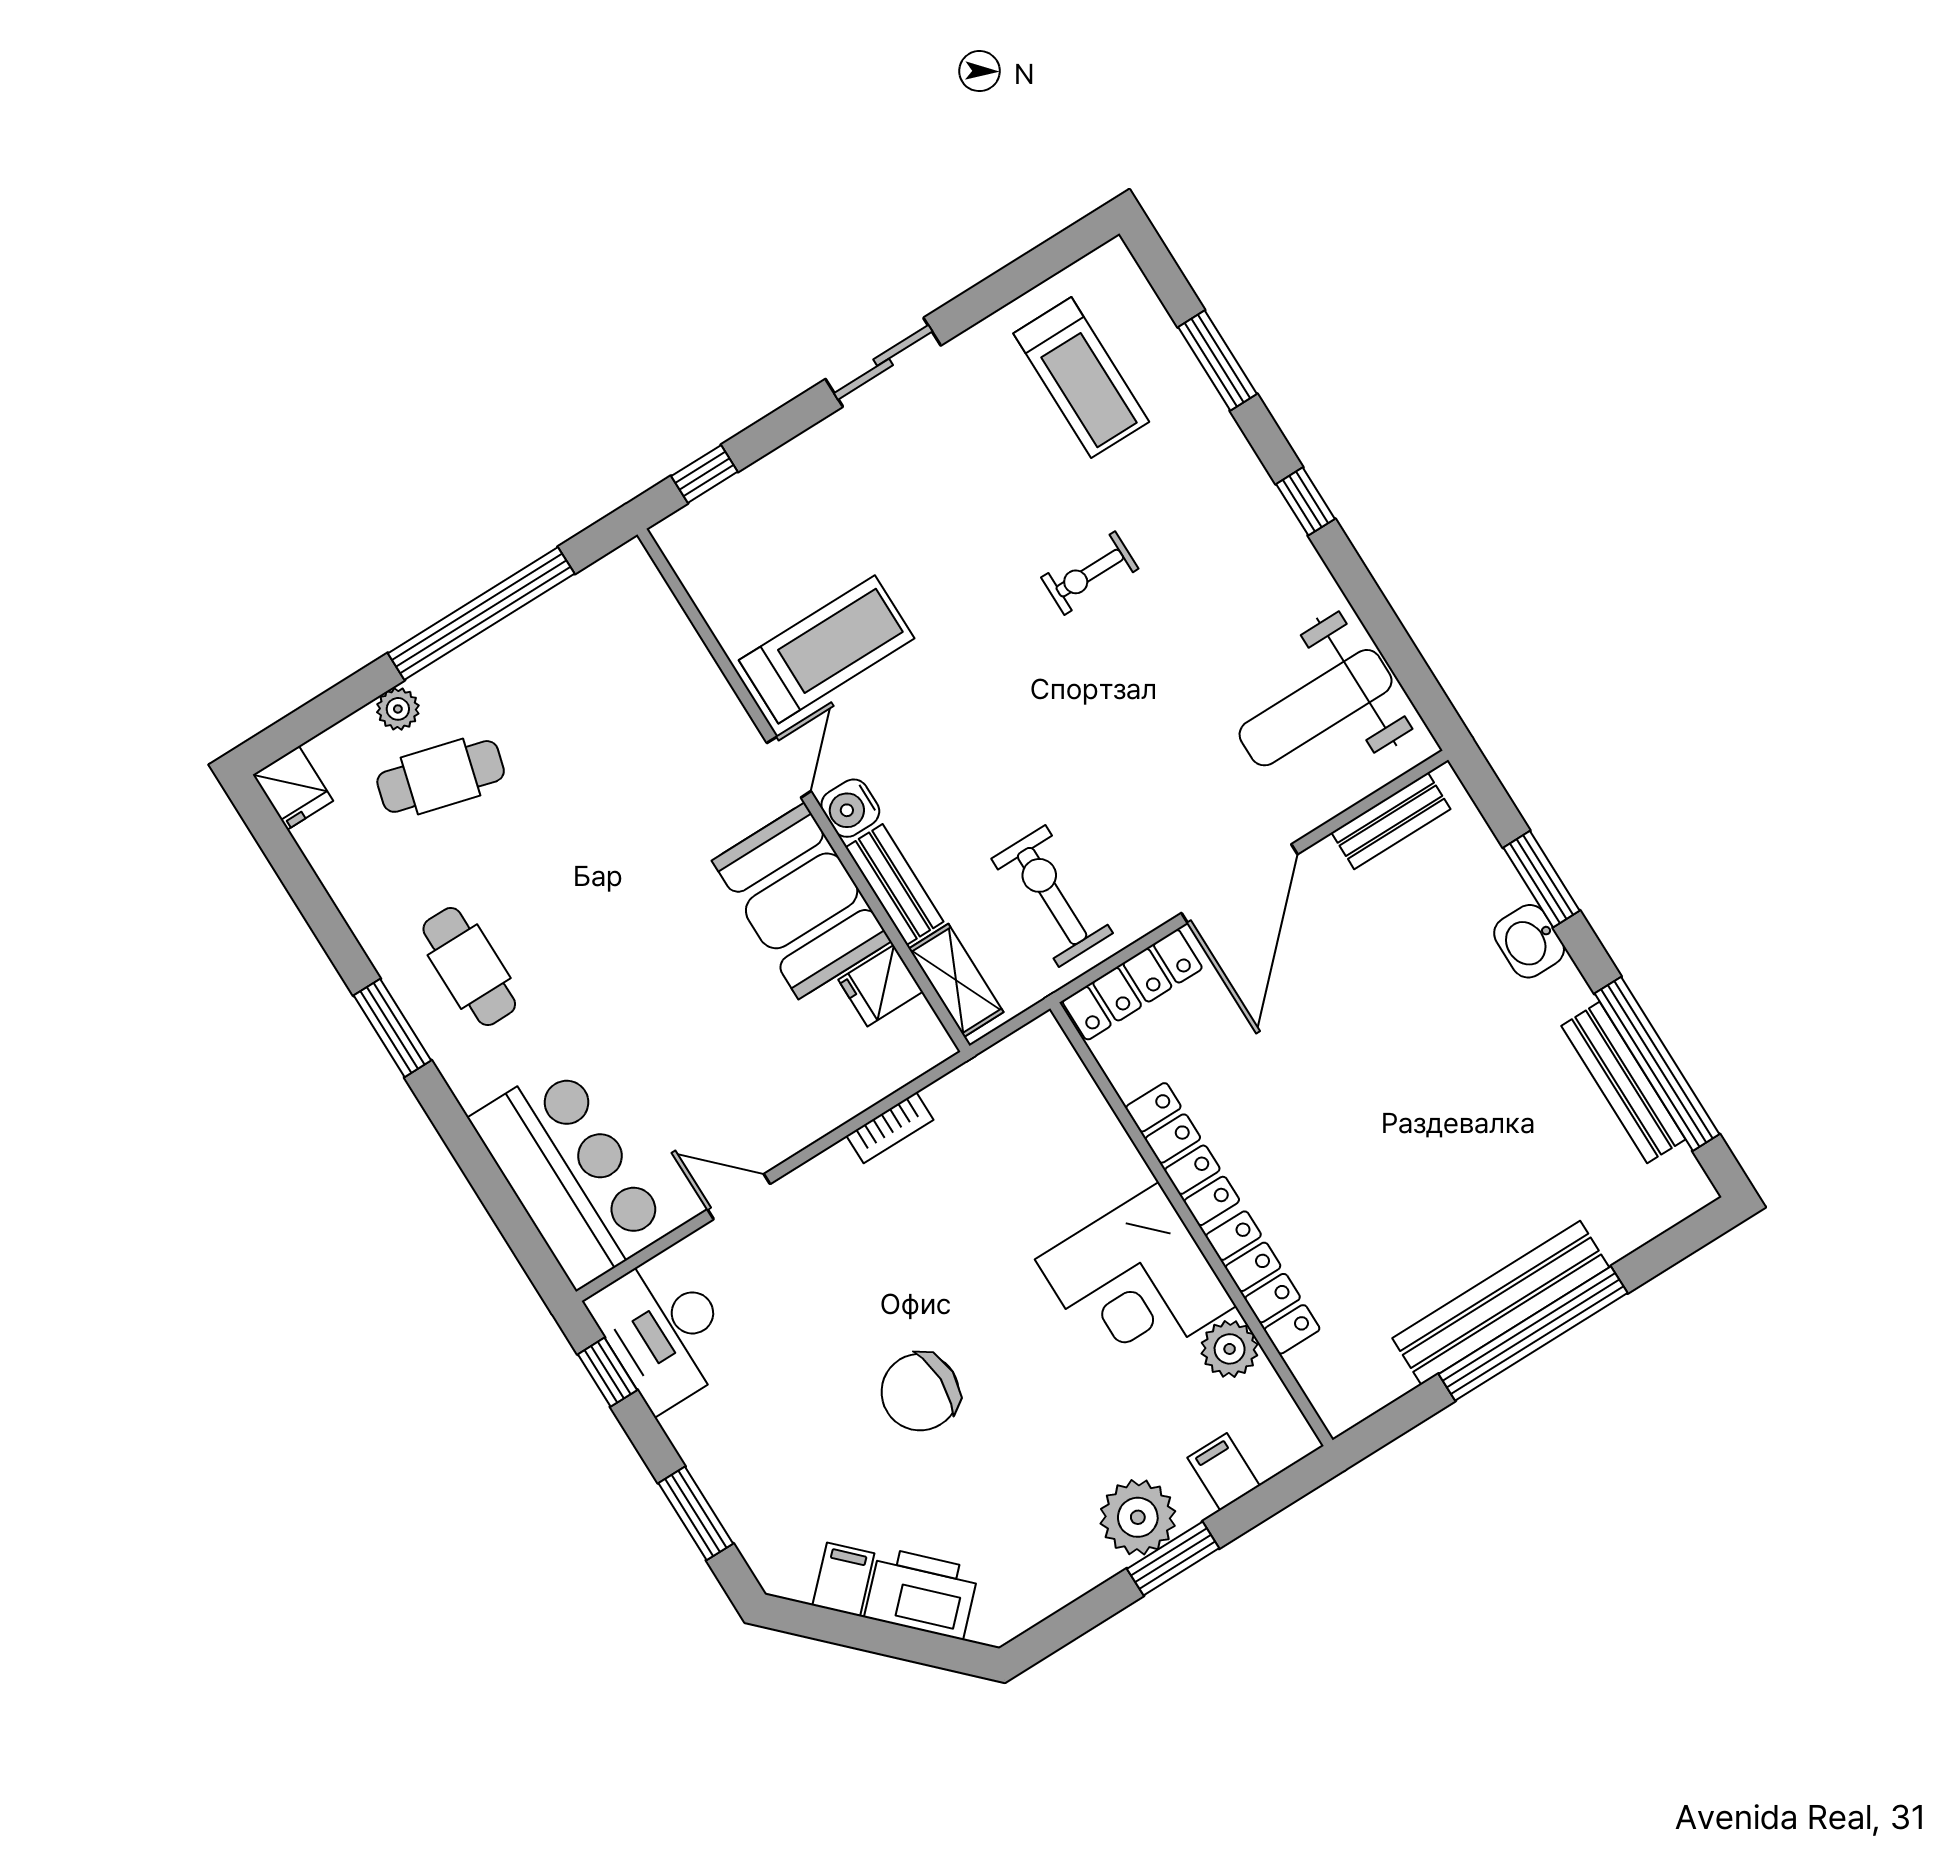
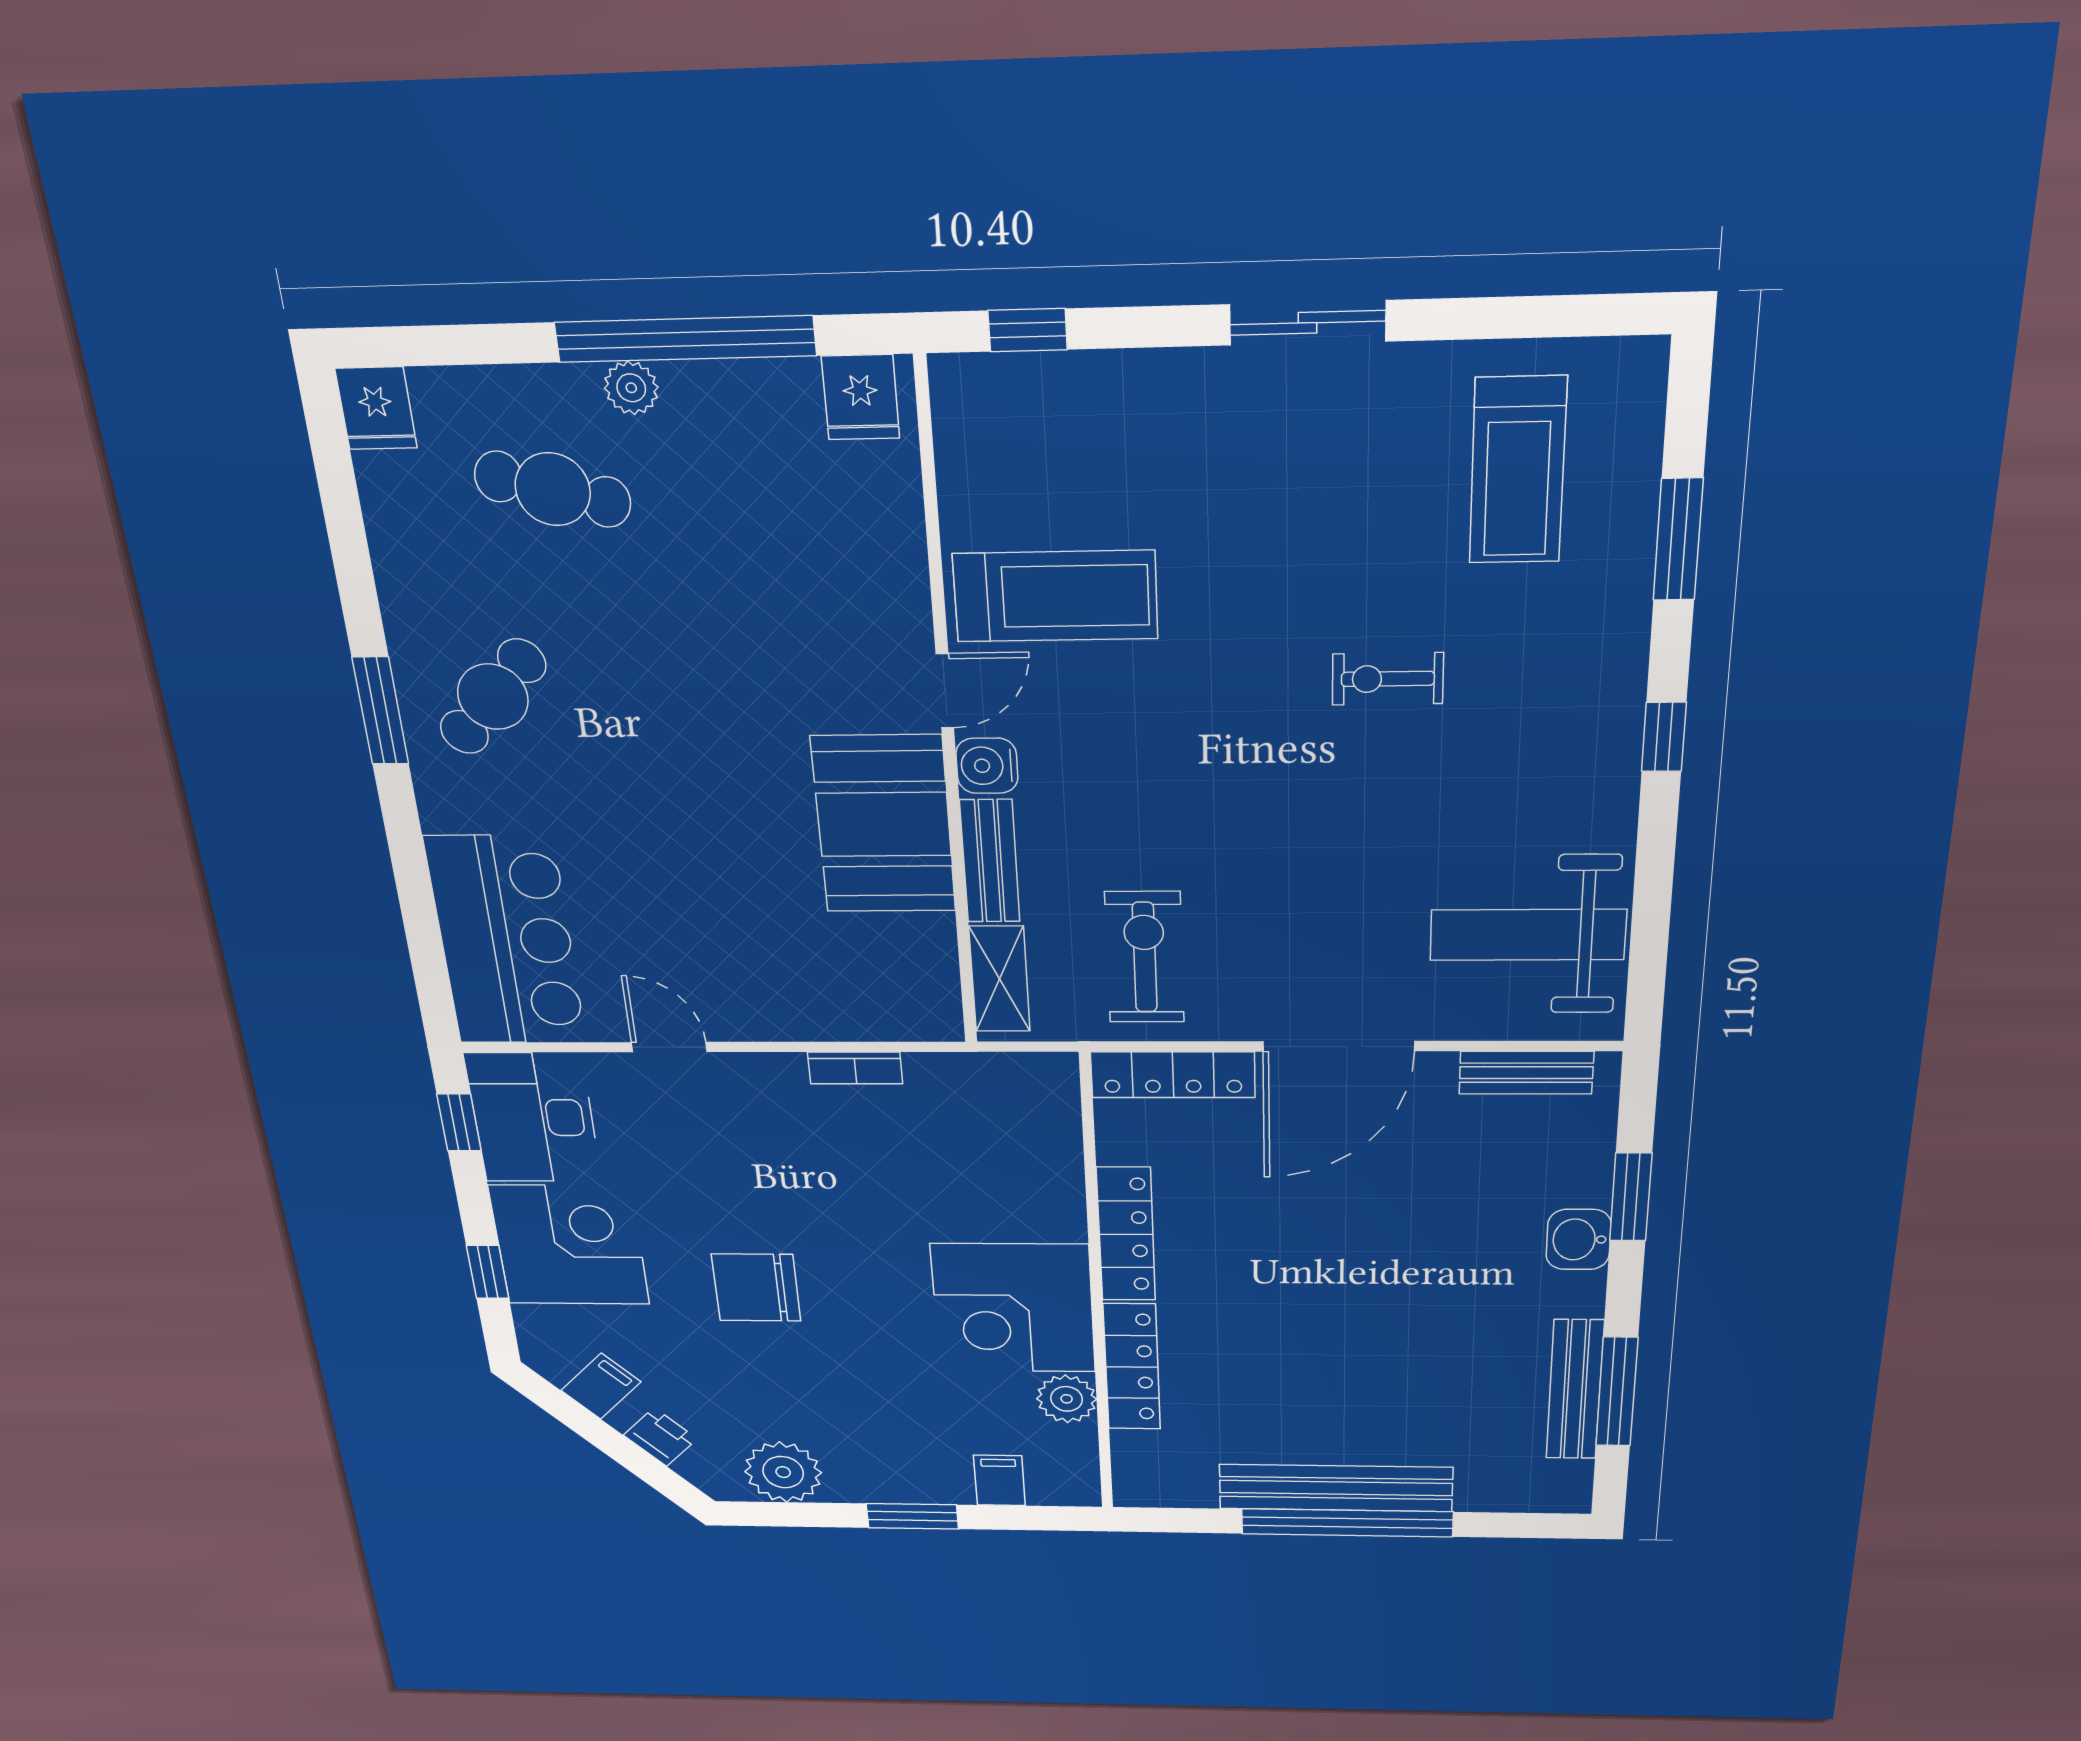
plant: (398, 709) -> (631, 388), moved
cafe table: (469, 967) -> (493, 697), turned 43
fridge: (881, 986) -> (861, 397), moved, turned -90
window: (1657, 1064) -> (1617, 1392), width x0.68
corner desk: (750, 1443) -> (569, 1245), added
window: (696, 1513) -> (488, 1272), width x0.67
plant: (1138, 1517) -> (783, 1472), moved
printer: (922, 1593) -> (660, 1437), width x0.53, depth x0.68

